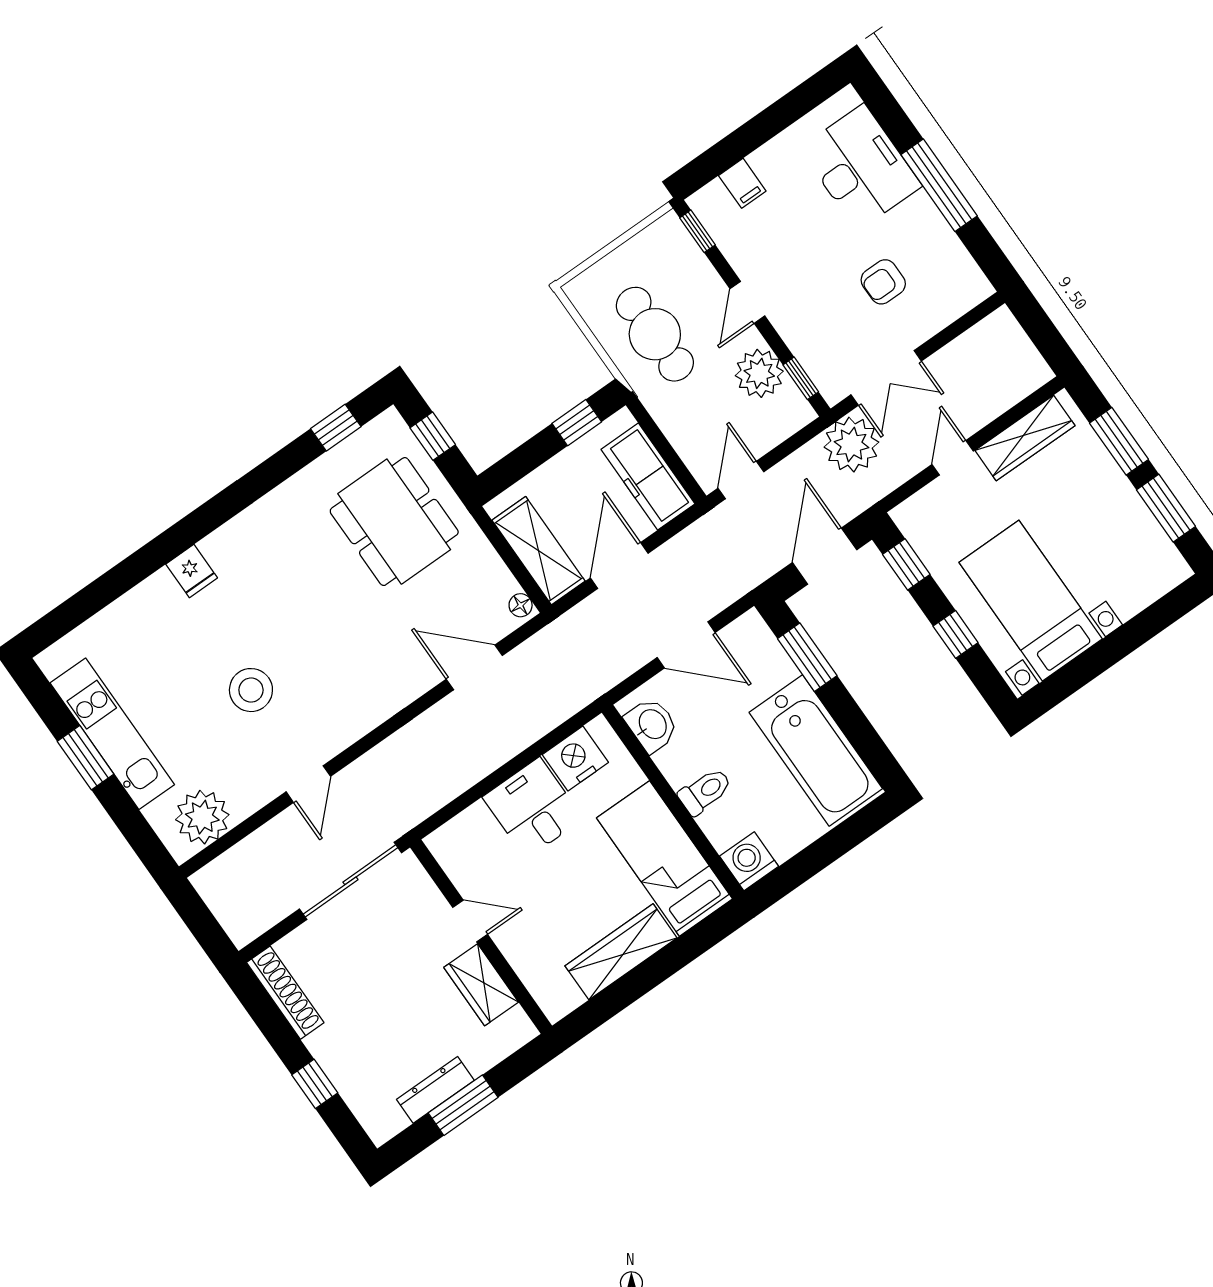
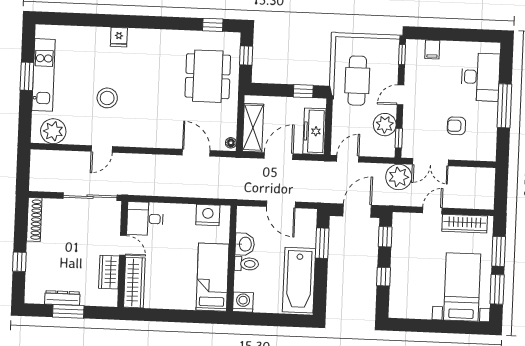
bed with nightstands: (1031, 601) -> (462, 287), moved
washbasin: (652, 725) -> (245, 244), moved
desk: (533, 808) -> (145, 219), moved, turned -90
wardrobe: (621, 952) -> (134, 283), moved, turned 90

